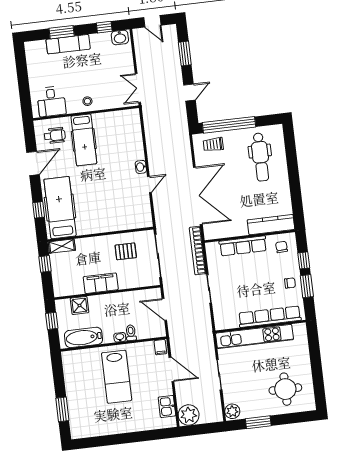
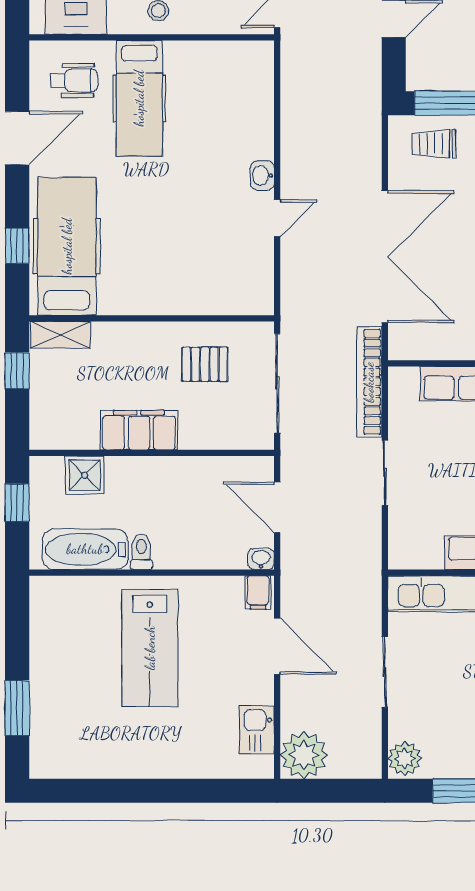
toilet: (131, 333) -> (141, 552), moved
washbasin: (120, 337) -> (261, 559), moved

